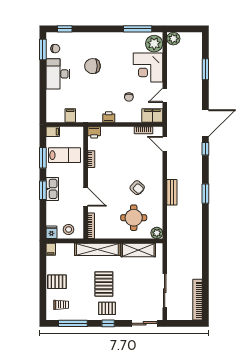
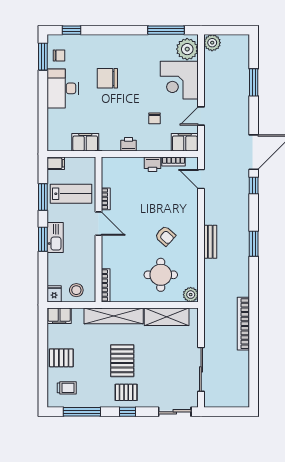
filing cabinet: (70, 115) -> (85, 142), width x2.00
printer: (94, 132) -> (153, 164), moved
door: (86, 197) -> (98, 224), moved
filing cabinet: (51, 249) -> (59, 316), width x2.00
bookcase: (197, 300) -> (243, 324), moved

